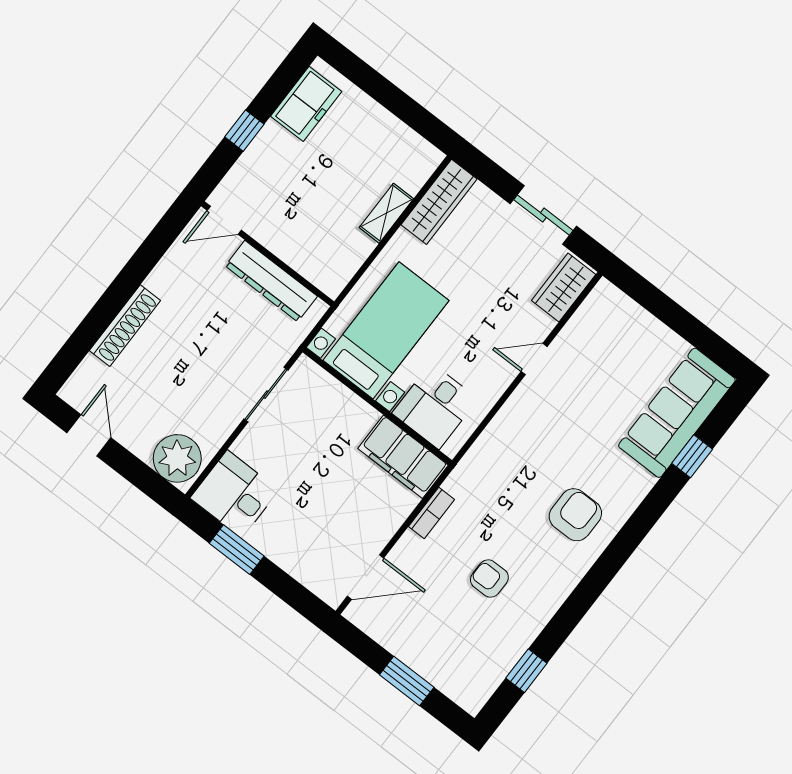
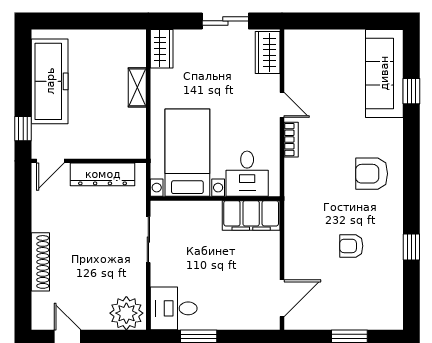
freezer: (306, 104) -> (50, 81), width x1.91, depth x1.26
window: (244, 131) -> (23, 129), moved
wardrobe: (439, 202) -> (162, 49), width x0.67
door: (534, 359) -> (282, 105), swing flipped
bookcase: (432, 513) -> (291, 140), moved
armchair: (575, 515) -> (372, 174), turned -90
window: (526, 671) -> (411, 247), moved

